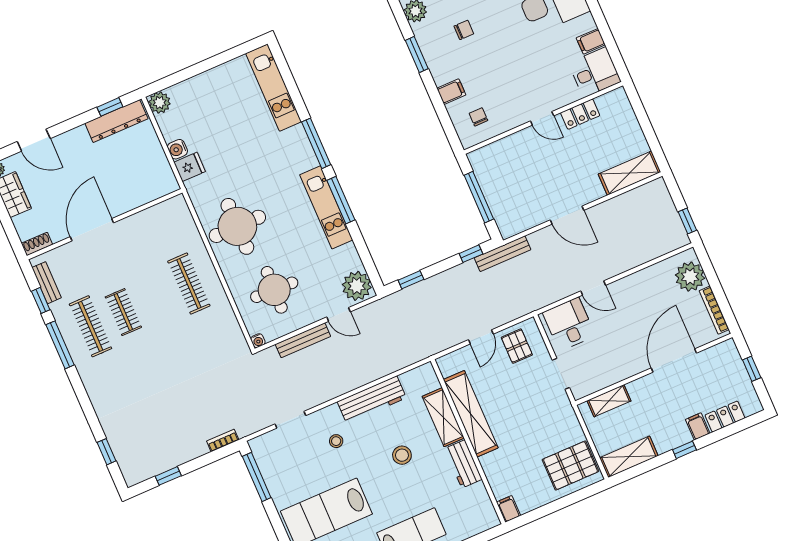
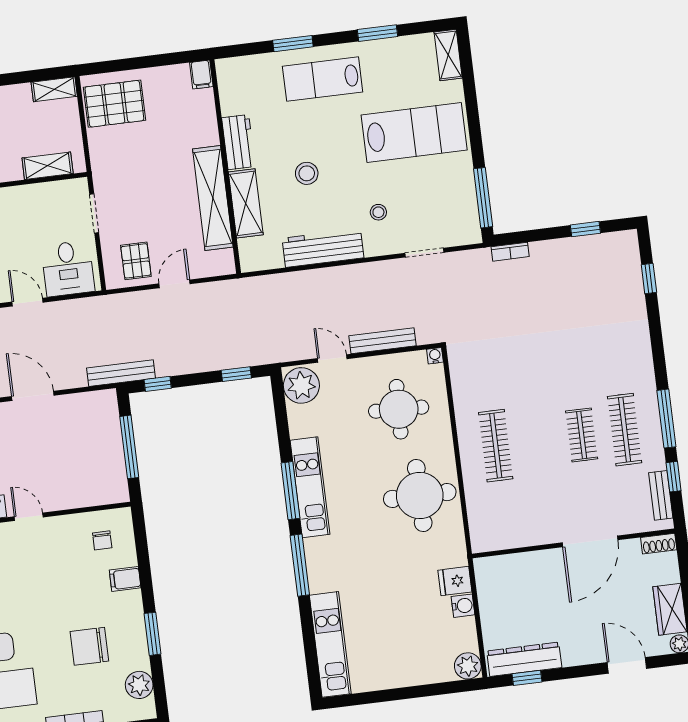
chair: (464, 30) -> (89, 646), width x1.87, depth x1.87
shelving: (629, 457) -> (54, 89), width x0.67, depth x0.75

